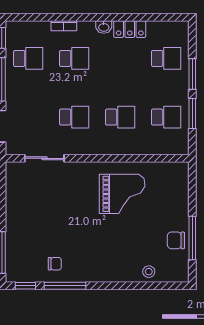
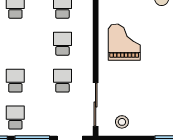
sliding door: (44, 158) -> (96, 104), width x1.37
stool: (23, 191) -> (122, 122), added

